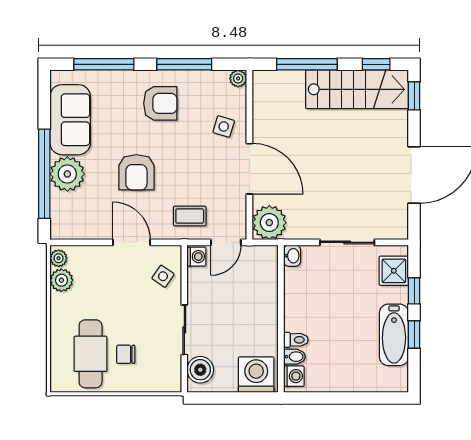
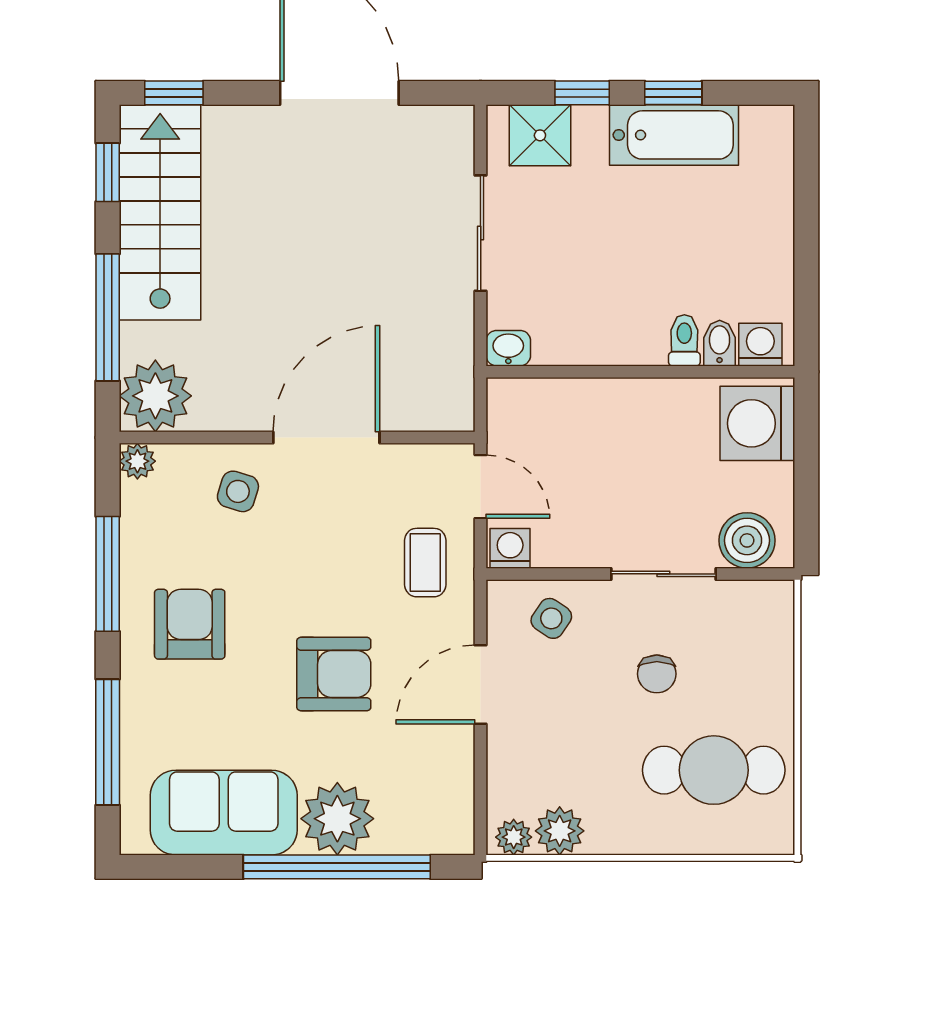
plant: (269, 223) -> (155, 396), moved
chair: (126, 354) -> (657, 674), moved

